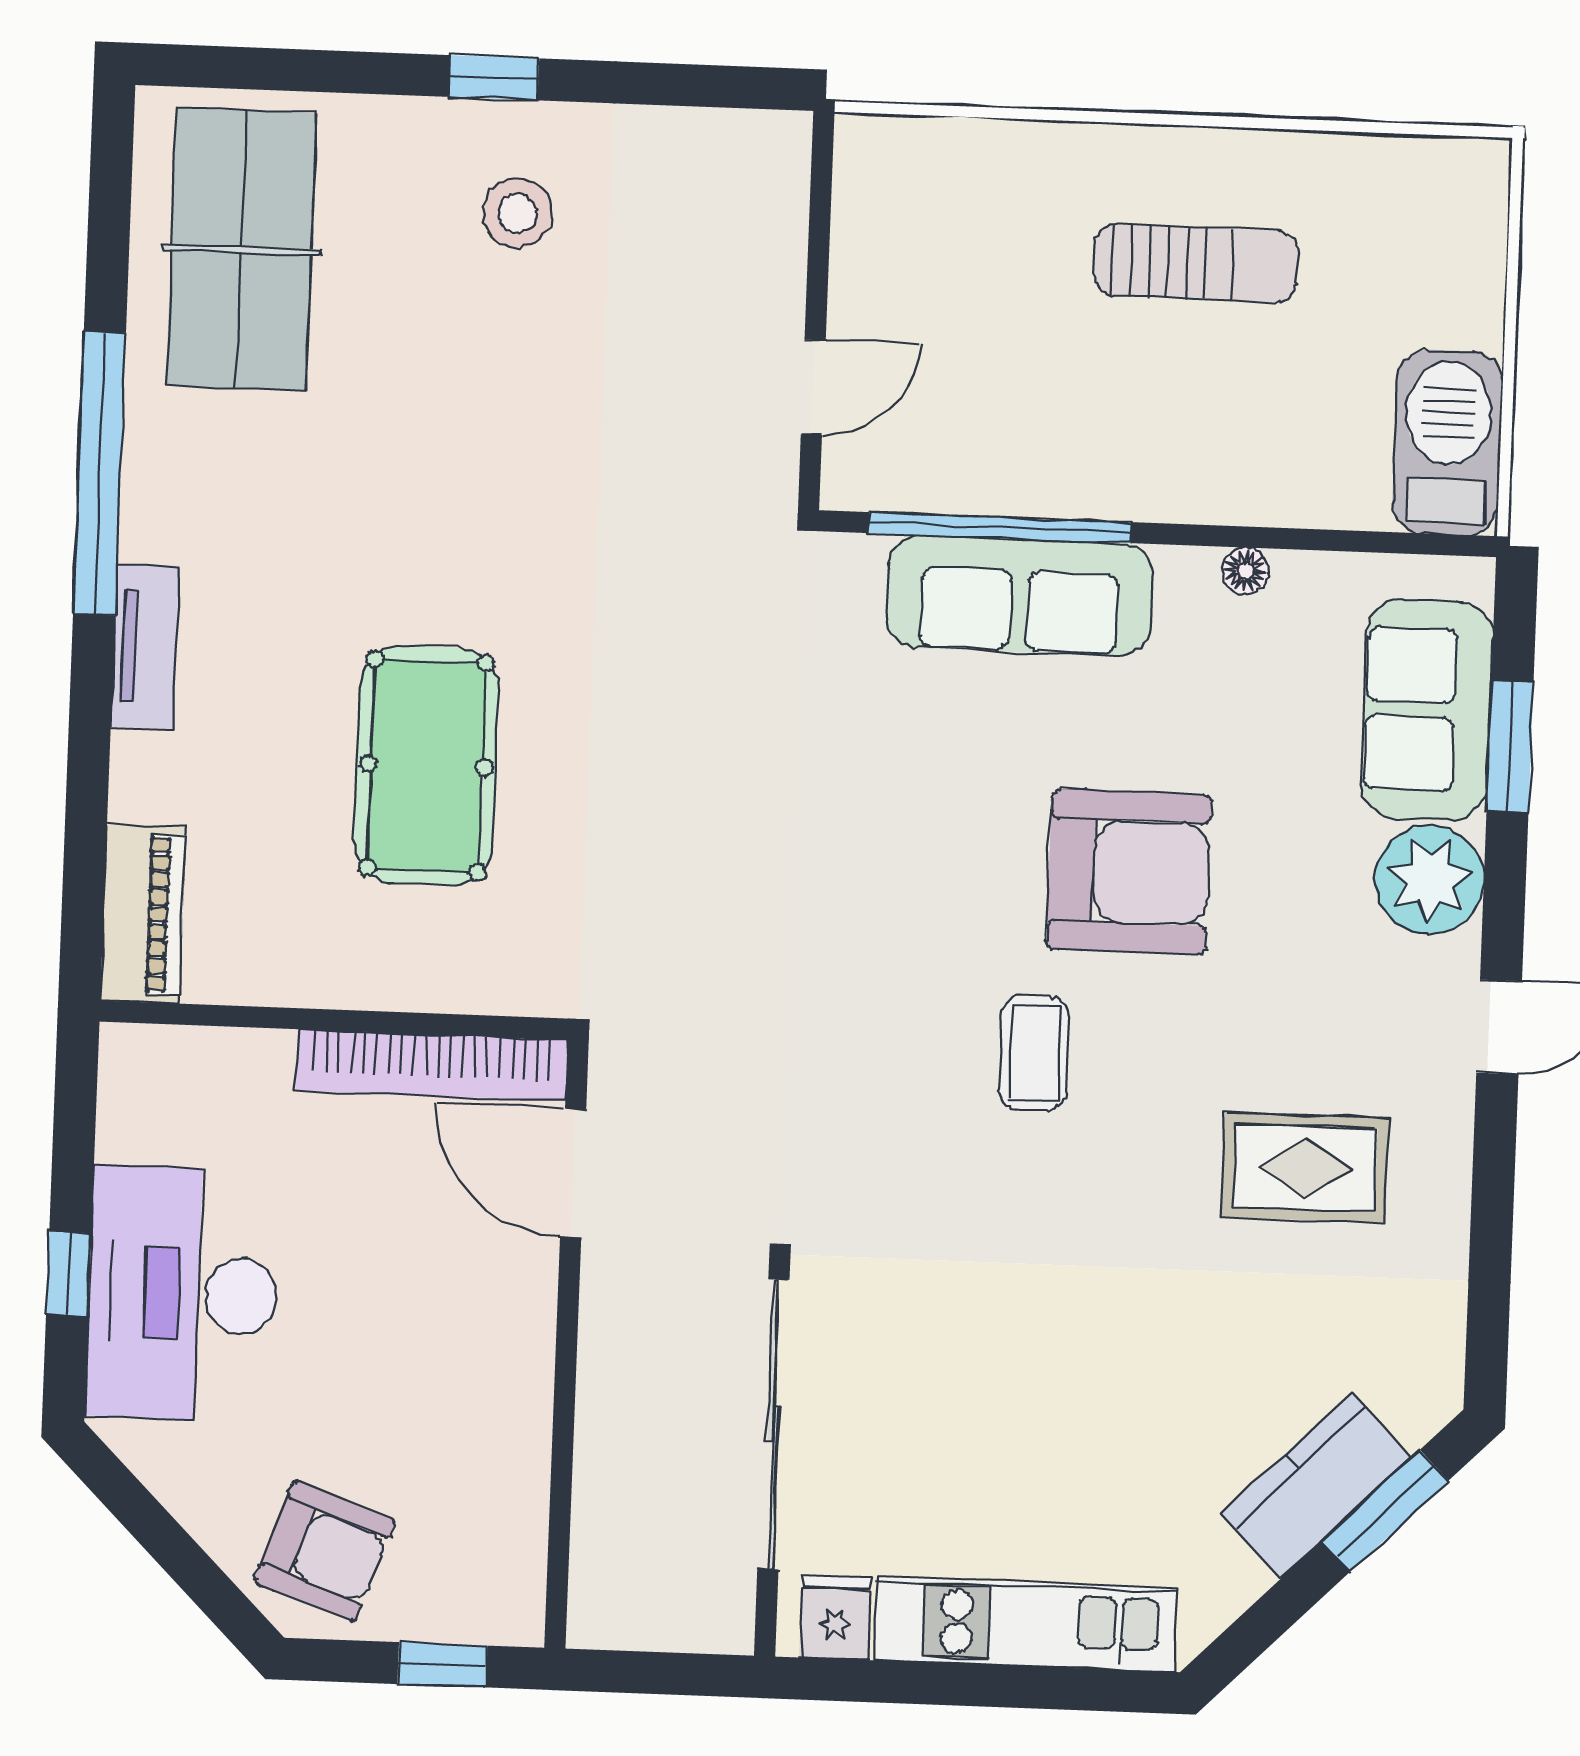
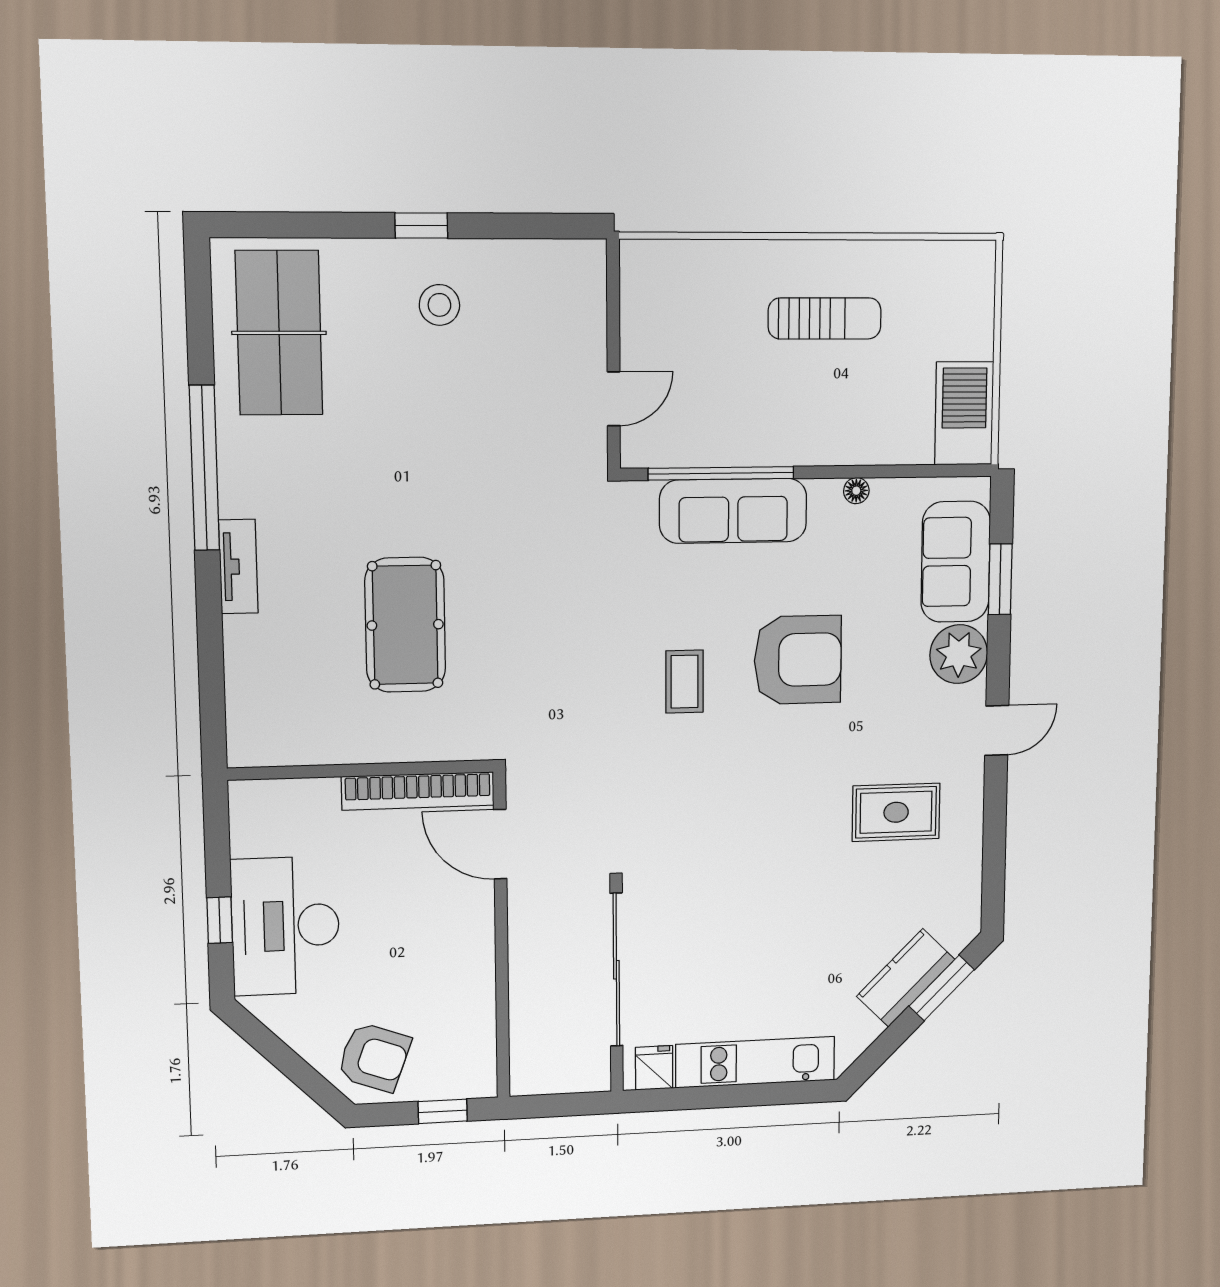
piano: (143, 914) -> (248, 718), removed
coffee table: (1034, 1053) -> (685, 682), moved

